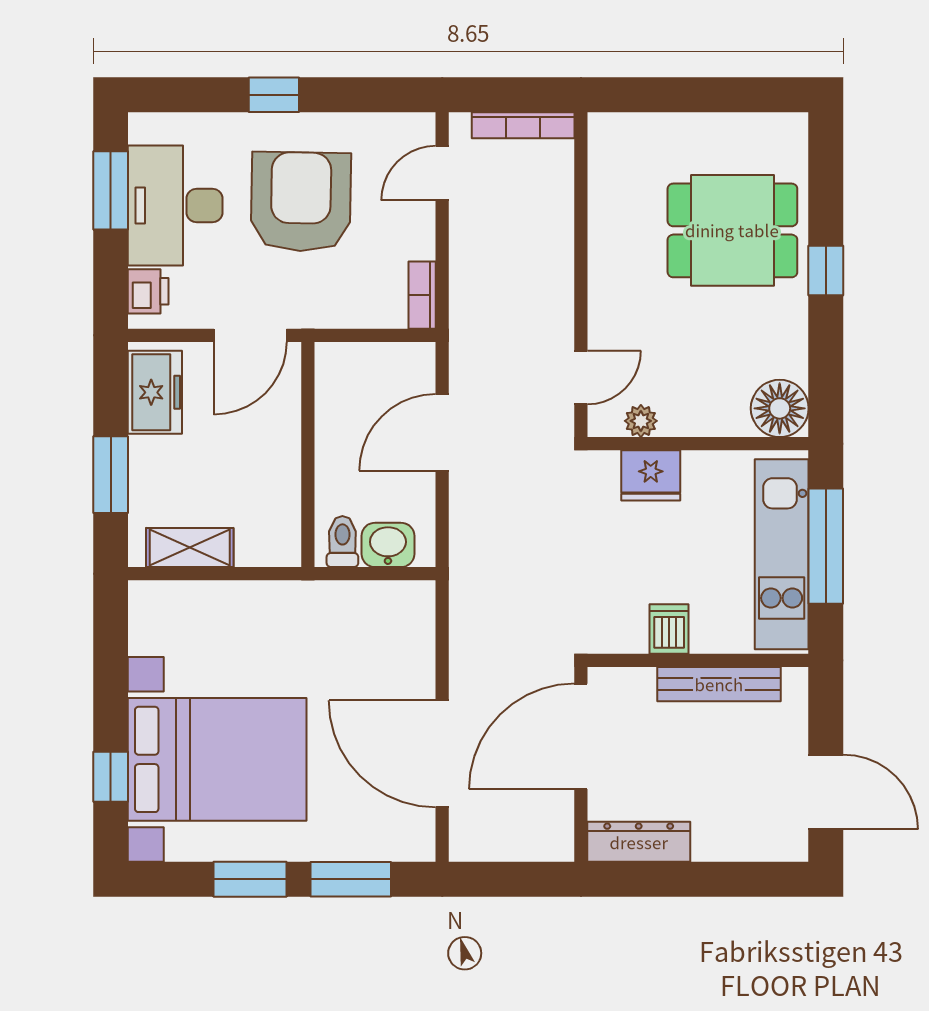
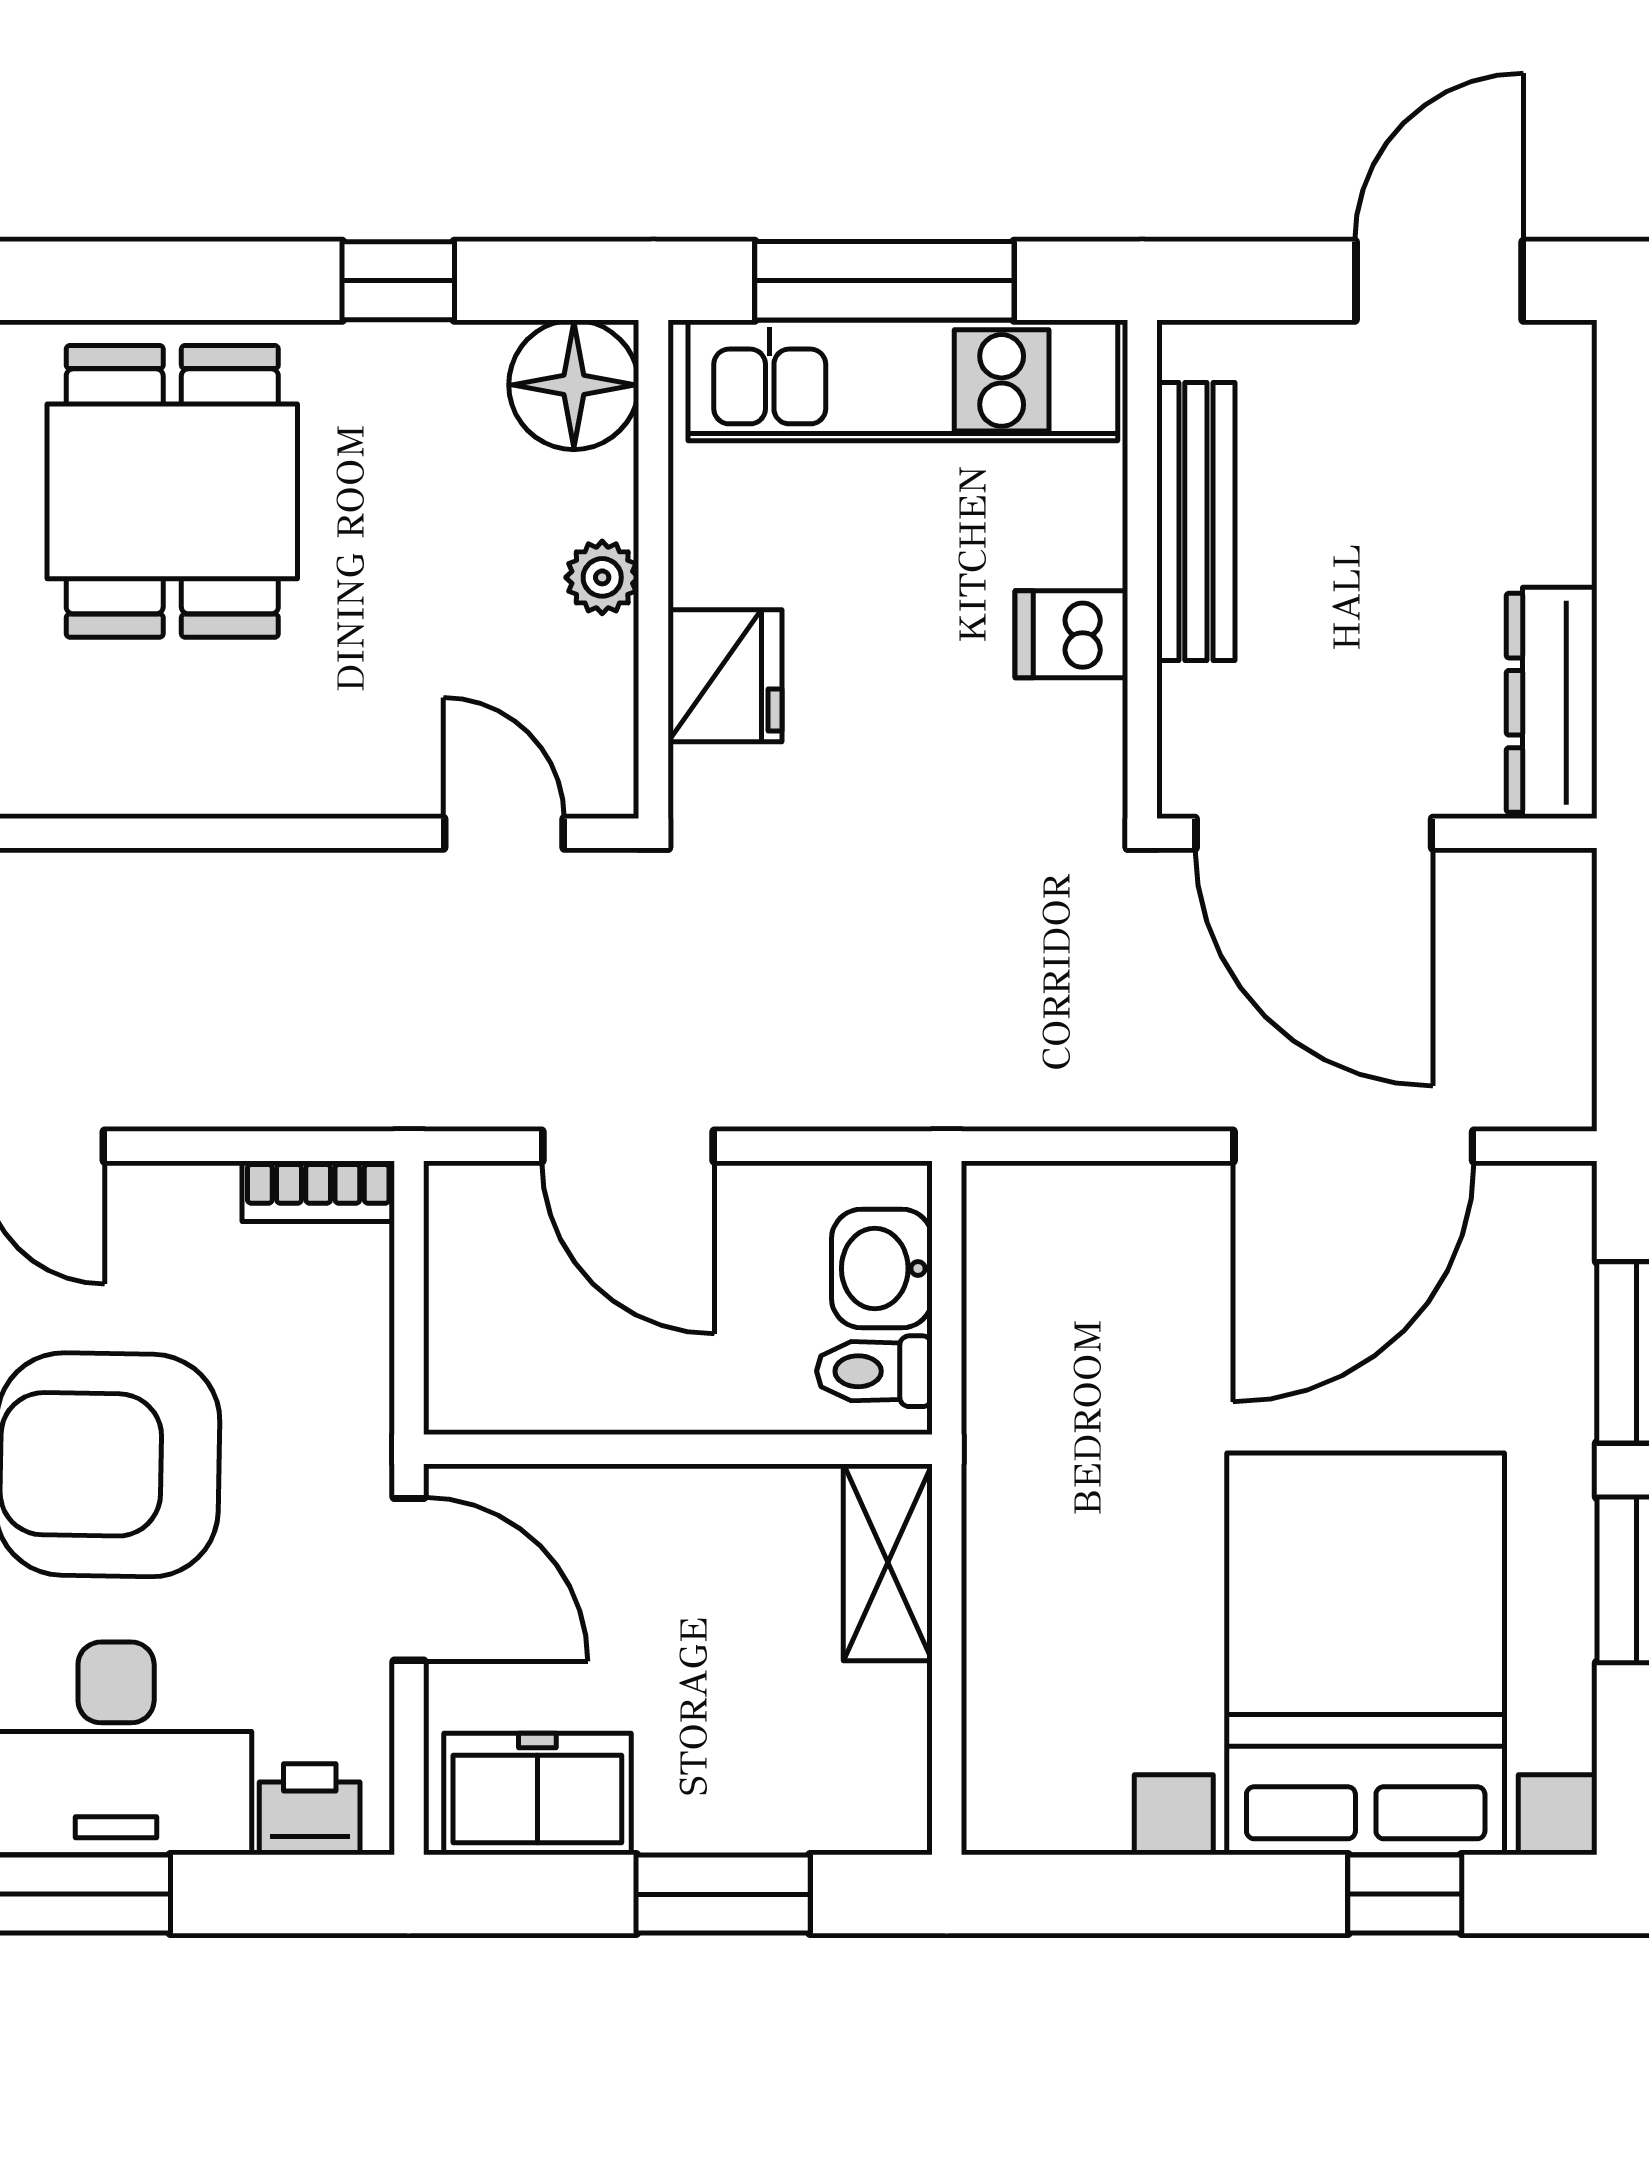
window: (826, 271) -> (398, 281), moved
plant: (641, 421) -> (602, 577), moved
shelving: (190, 548) -> (888, 1562), moved

